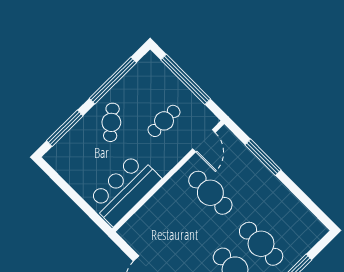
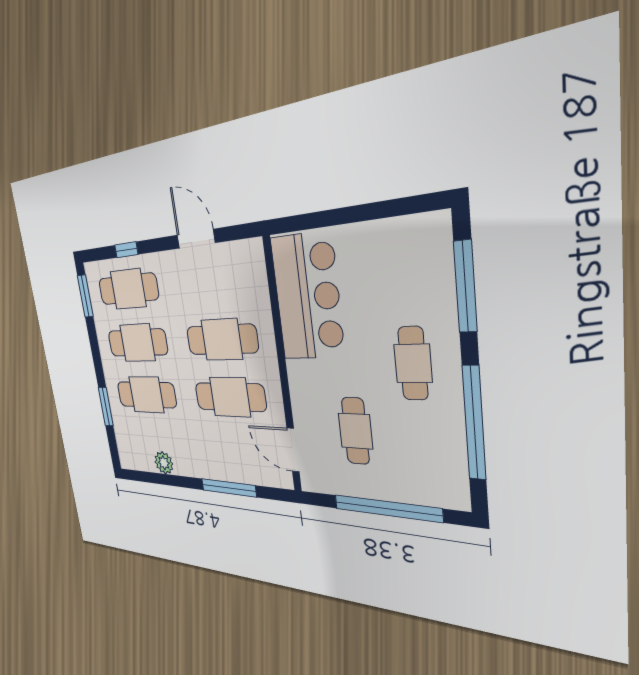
cafe table: (111, 122) -> (413, 363), turned 40
plant: (292, 205) -> (164, 463), added
cafe table: (184, 219) -> (222, 340), added

